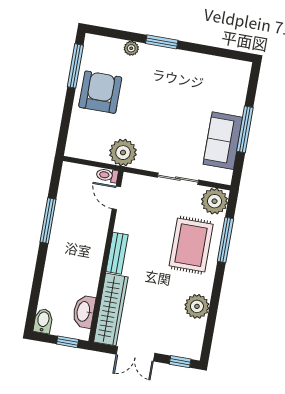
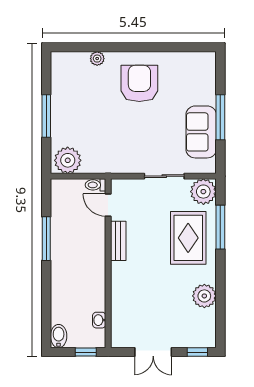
window: (162, 42) -> (125, 47), removed
window: (75, 66) -> (46, 116), moved
armchair: (100, 92) -> (139, 83), moved
plant: (123, 153) -> (68, 160), moved
bench: (117, 253) -> (118, 241), moved
wardrobe: (111, 309) -> (122, 314), removed
washbasin: (84, 312) -> (99, 320), width x0.52, depth x0.69

